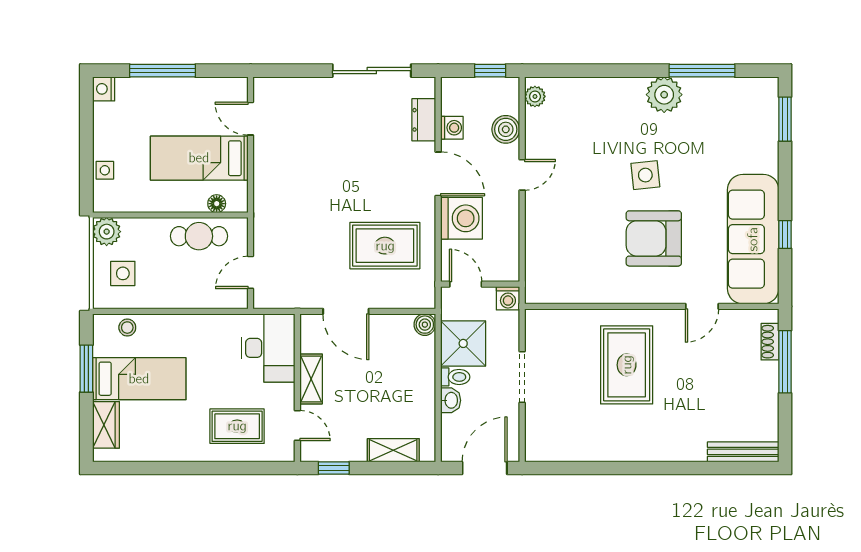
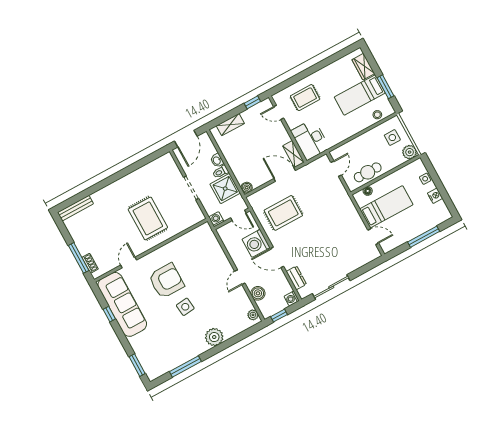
nightstand: (104, 89) -> (435, 196), moved
plant: (664, 95) -> (214, 337), moved
washing machine: (452, 128) -> (292, 298), moved
shelving: (311, 379) -> (293, 154), moved

